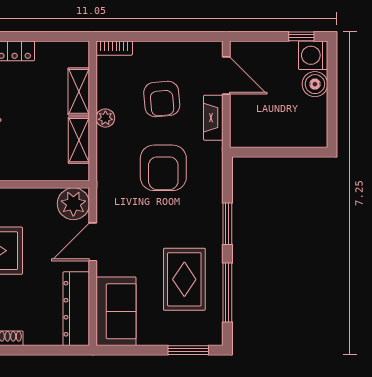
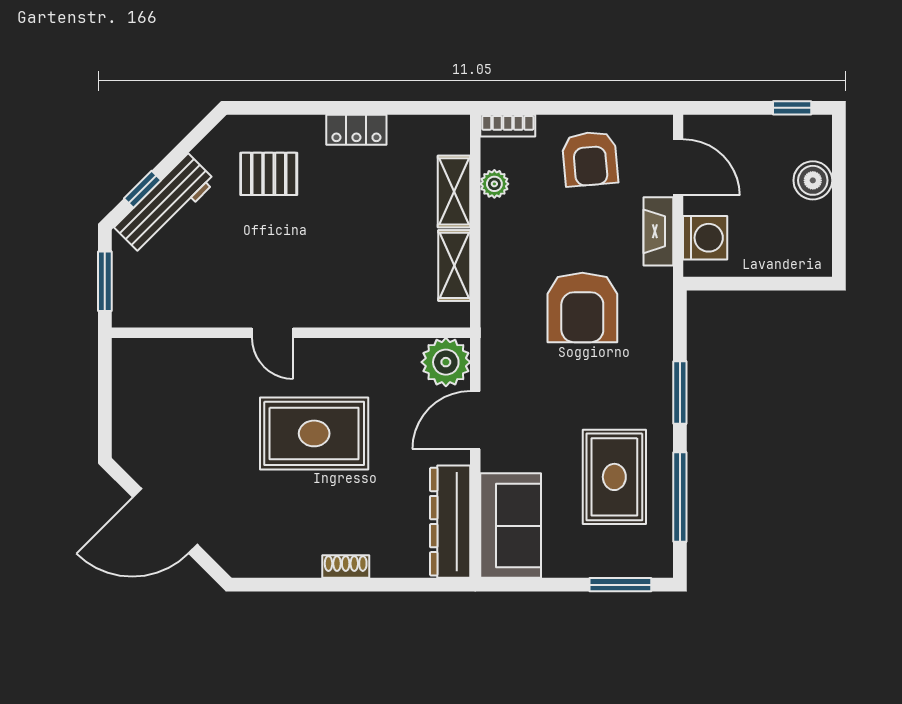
washing machine: (313, 55) -> (705, 238), moved, turned 180
armchair: (162, 99) -> (590, 159), moved
plant: (105, 118) -> (494, 184), moved

